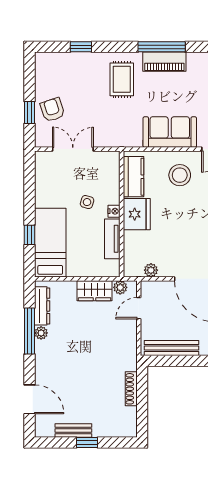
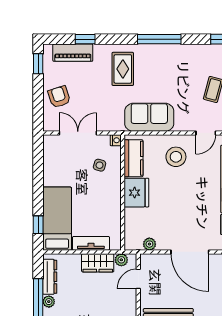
piano: (164, 62) -> (73, 53), moved
window: (30, 112) -> (38, 64), moved
sofa: (170, 132) -> (149, 117), moved
side table: (87, 202) -> (100, 165), moved
nightstand: (114, 211) -> (116, 140), moved
window: (30, 235) -> (38, 225), moved
tv unit: (112, 239) -> (91, 243), moved, turned 90

